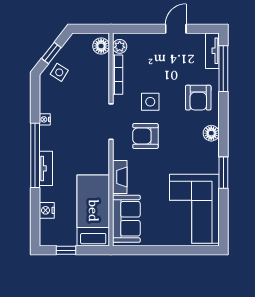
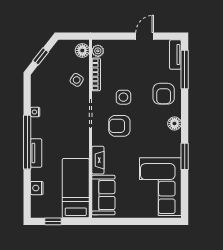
side table: (59, 72) -> (77, 80), moved

